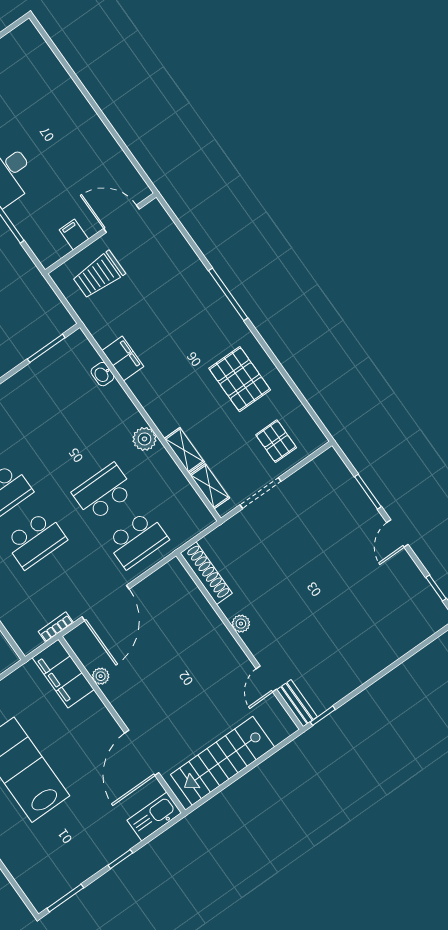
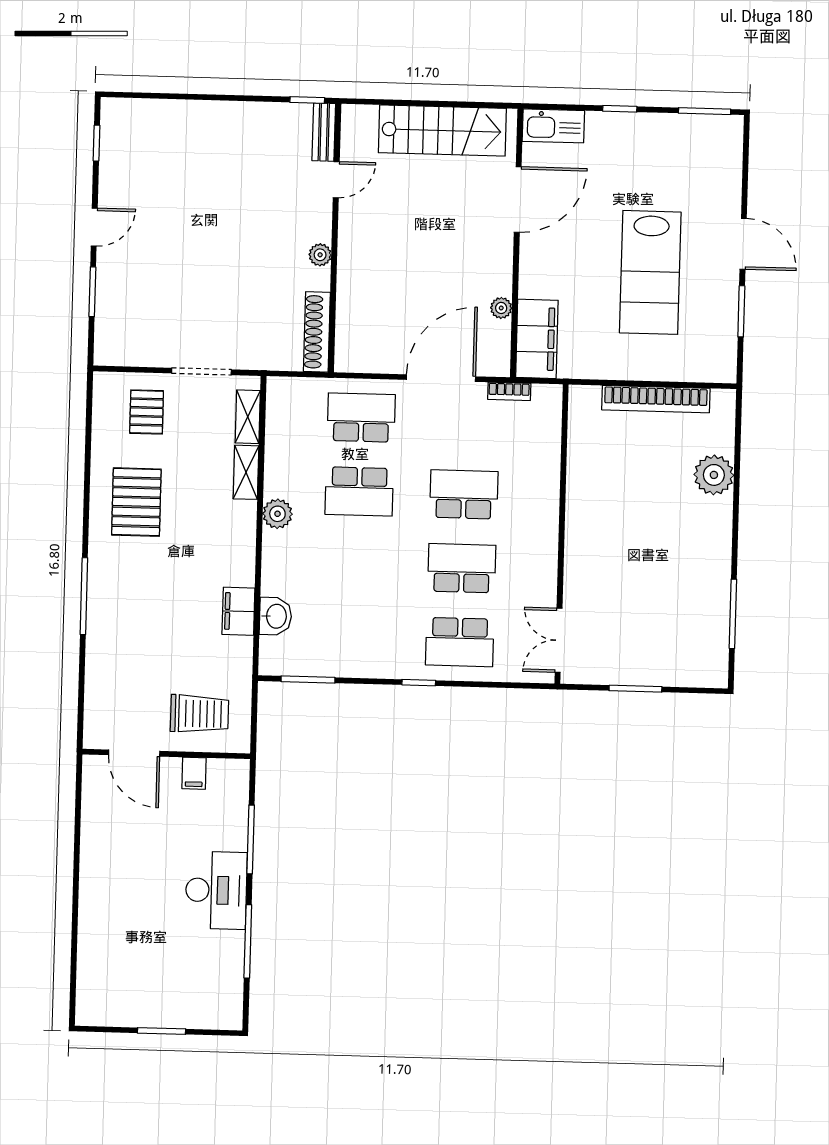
washbasin: (102, 374) -> (276, 616), width x1.38, depth x1.45

